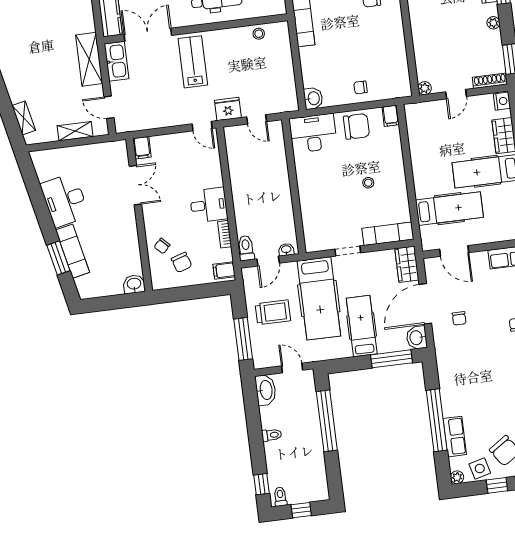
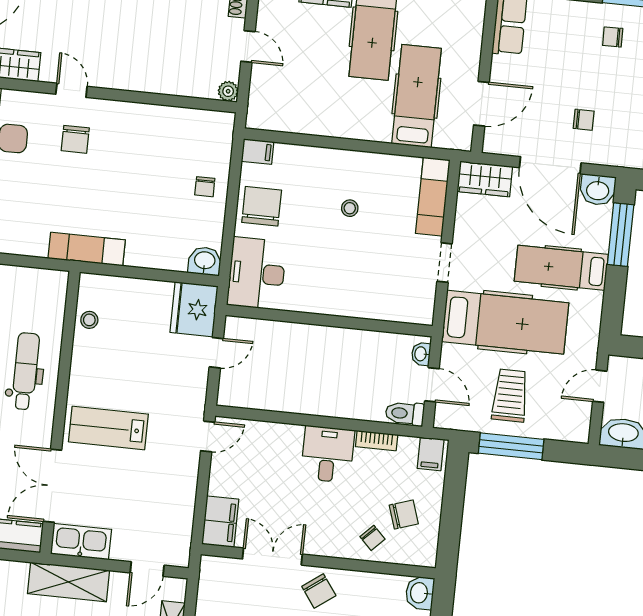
fridge: (228, 109) -> (194, 309), moved, width x1.36, depth x1.34
filing cabinet: (142, 148) -> (220, 522), width x2.00
chair: (120, 220) -> (319, 591), added
window: (243, 339) -> (511, 446), moved

